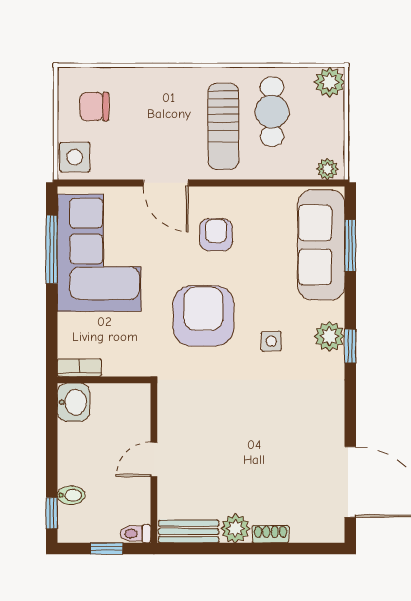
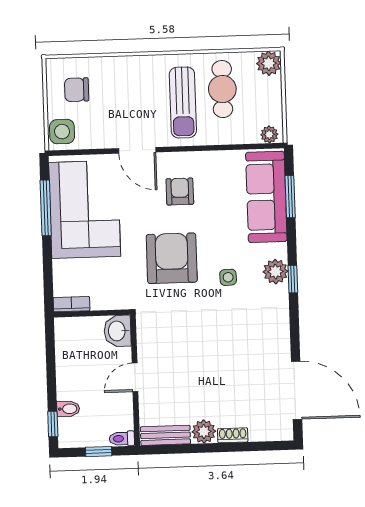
washbasin: (73, 402) -> (117, 331), moved, turned 180

